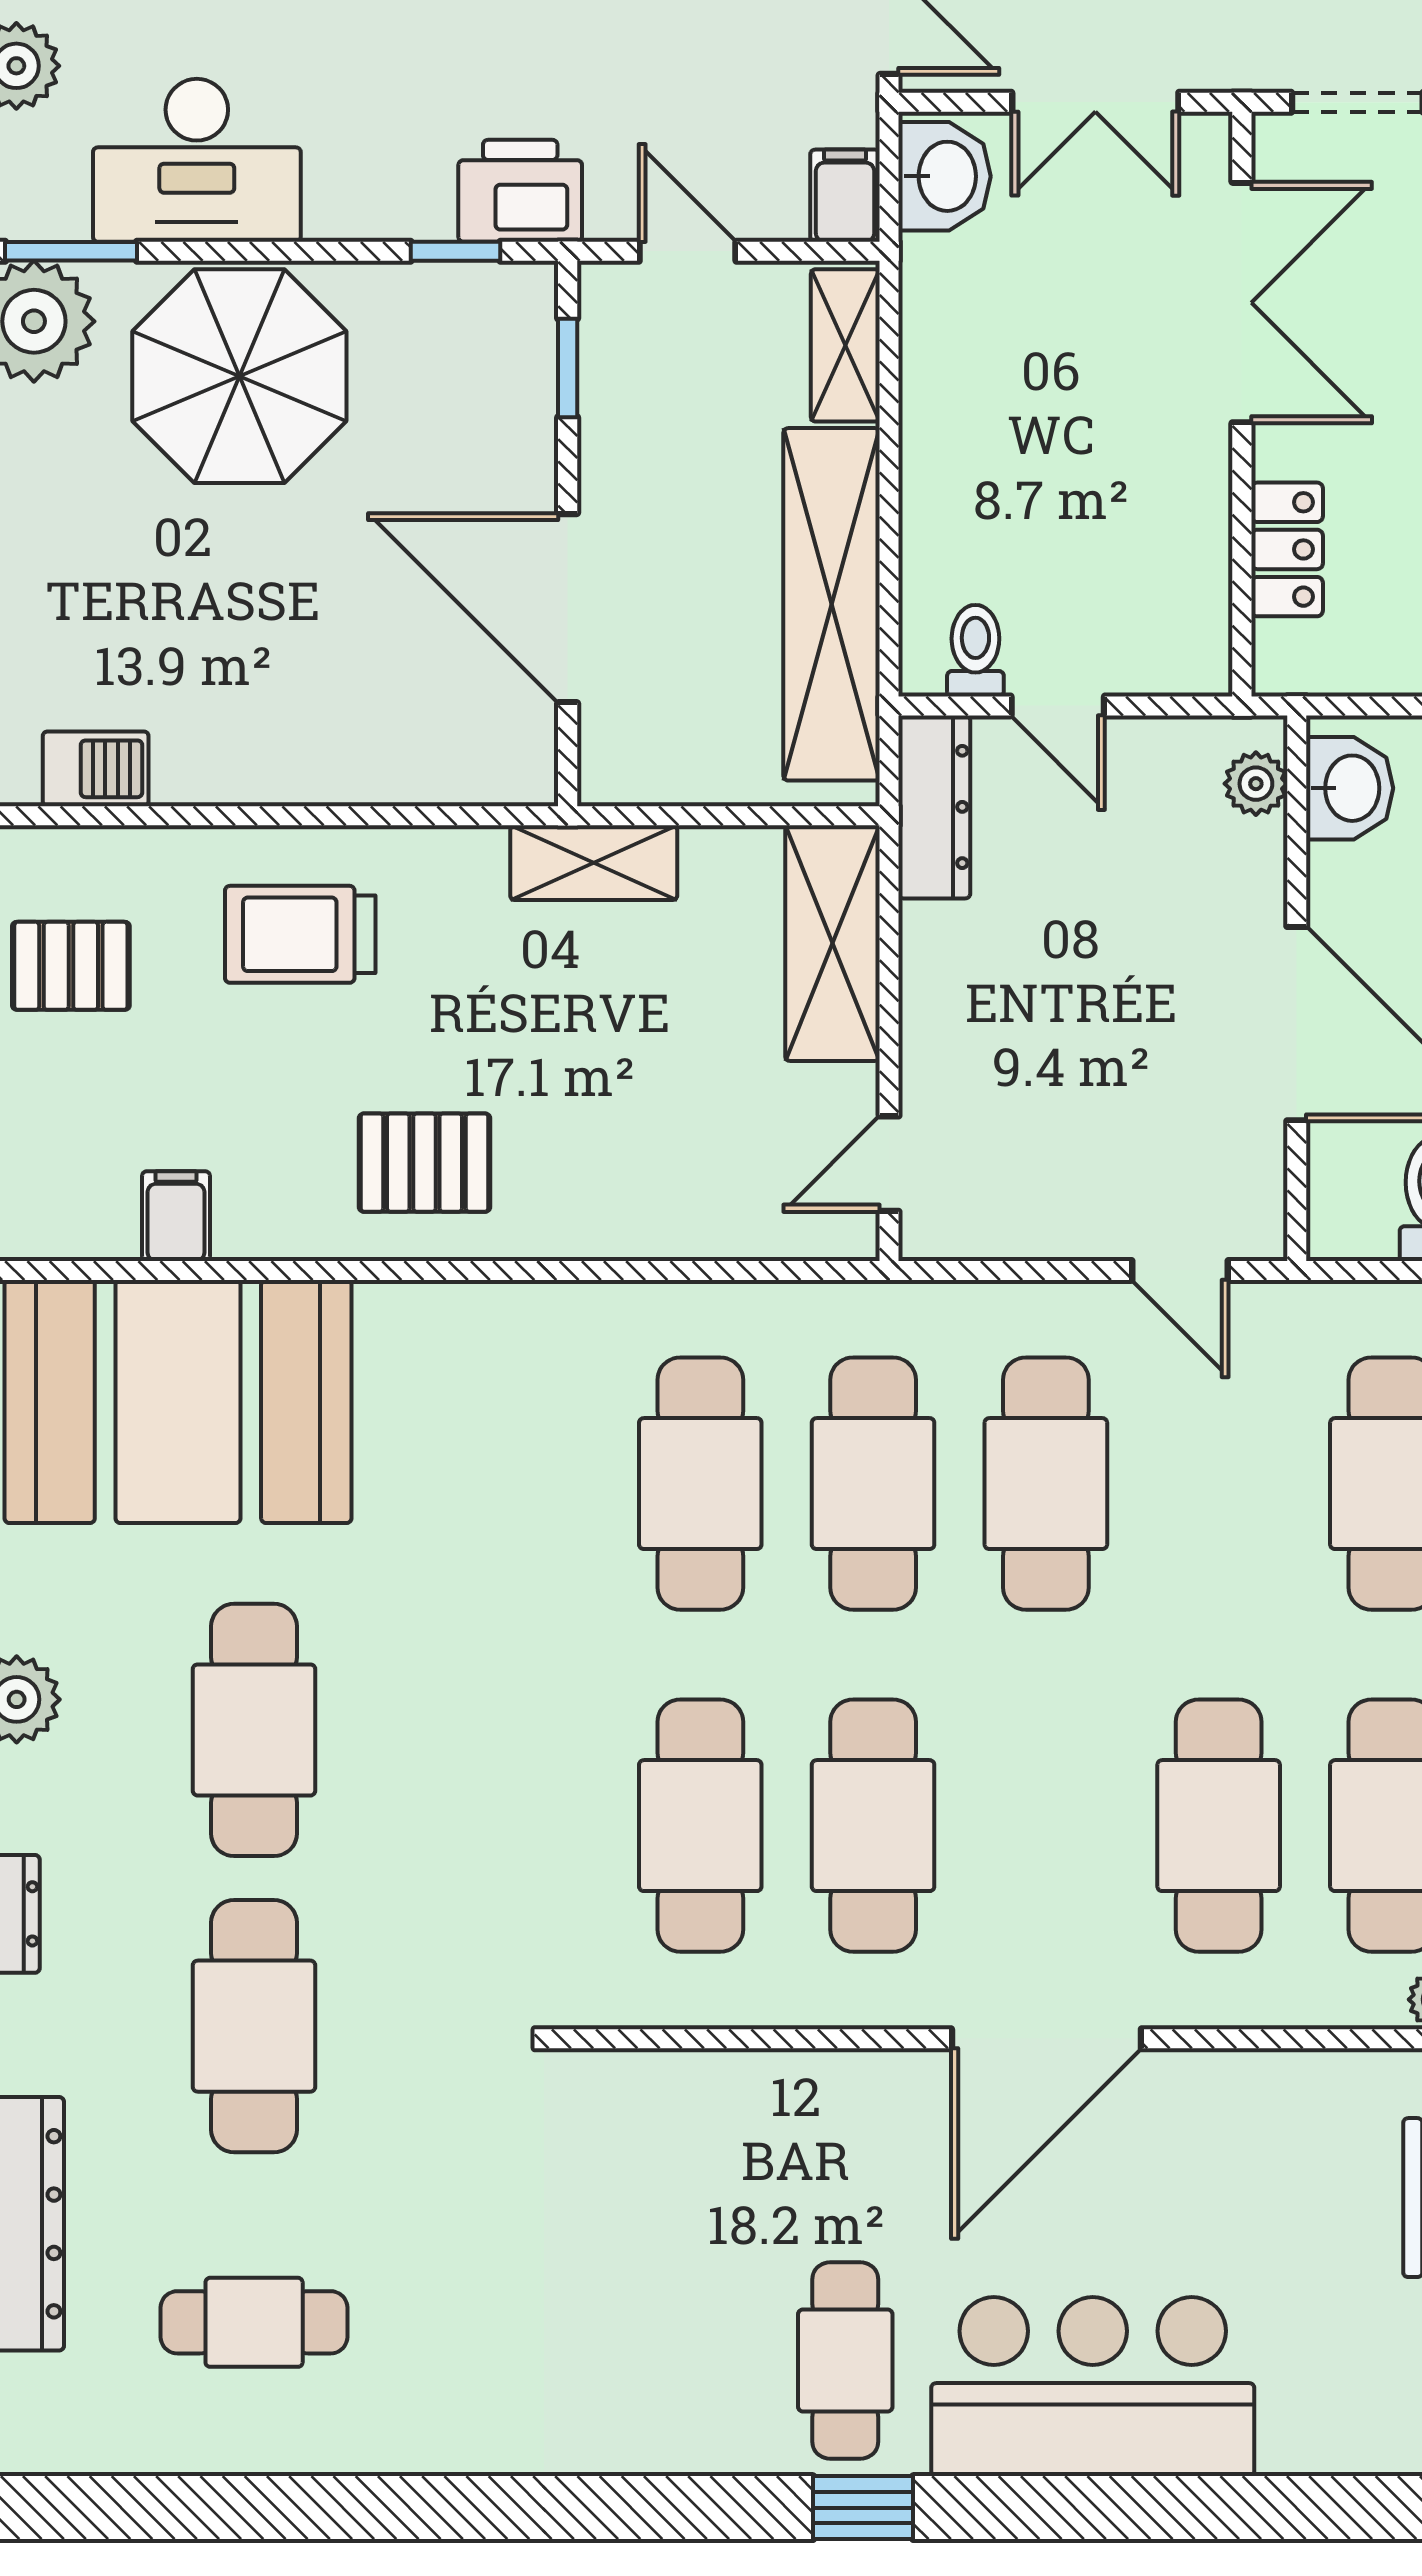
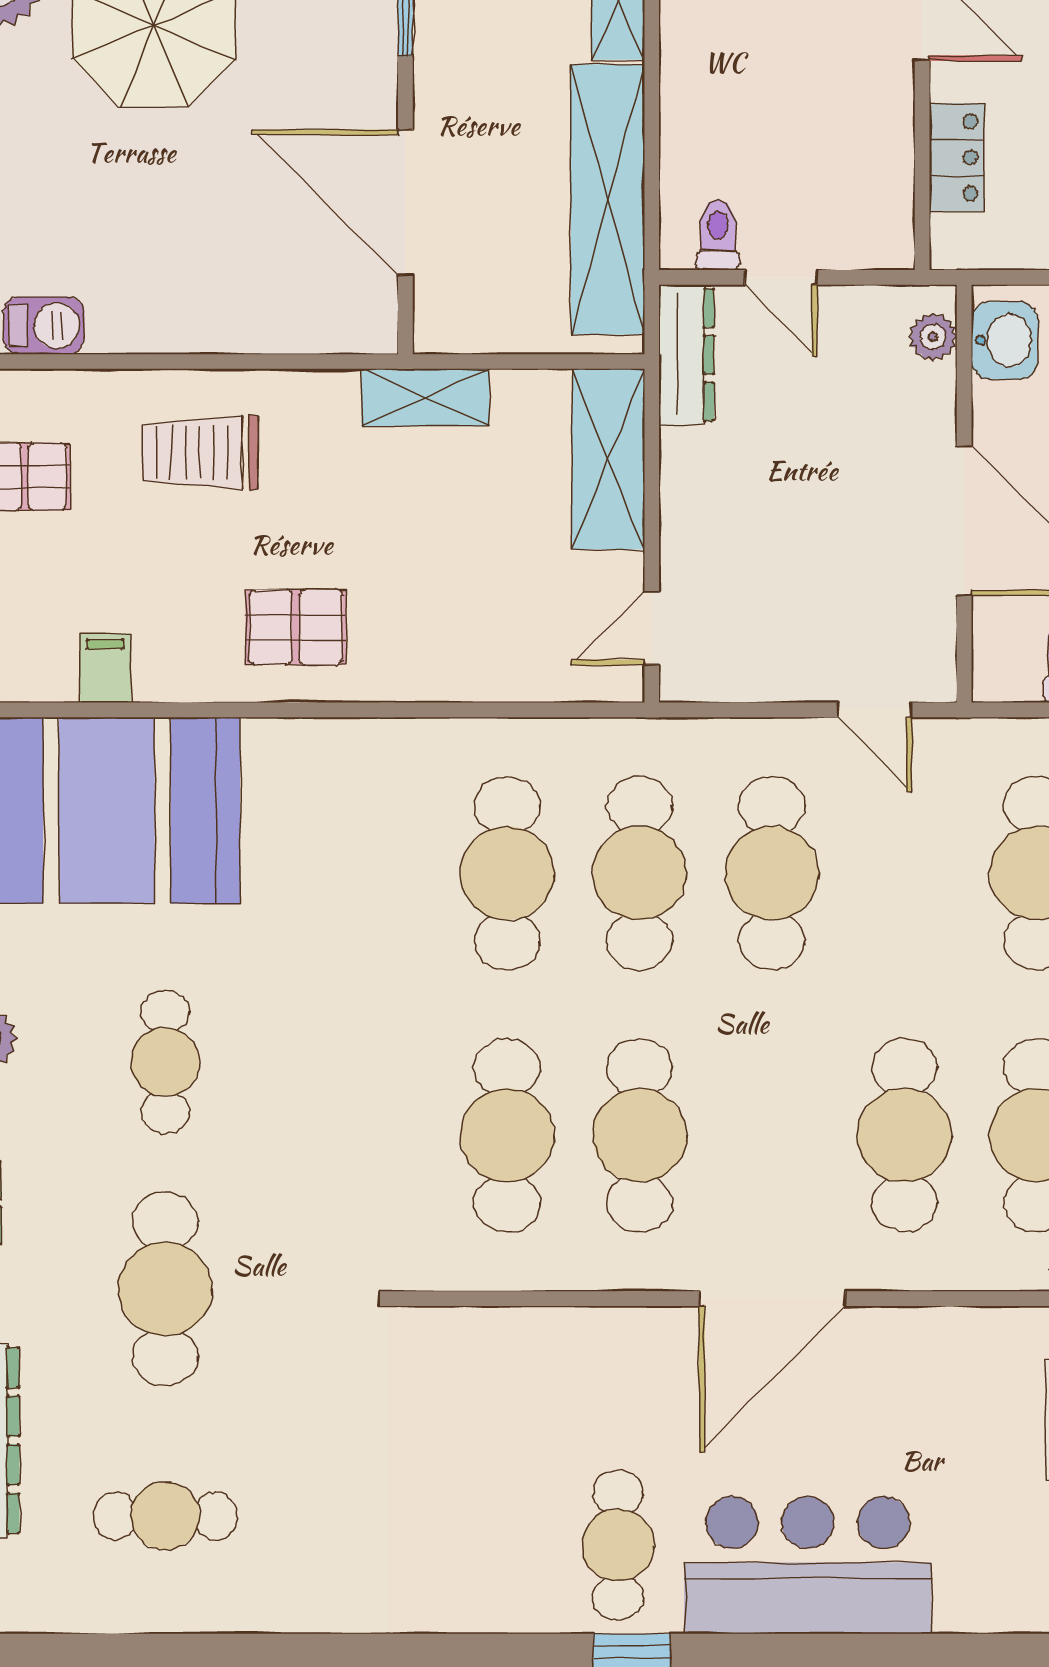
cafe table: (254, 1730) -> (165, 1062), width x0.73, depth x0.74

